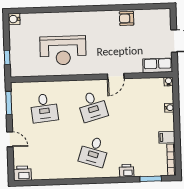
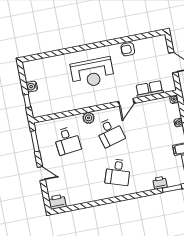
water cooler: (14, 19) -> (32, 86), moved
reception desk: (63, 50) -> (92, 73), moved
row of seats: (158, 65) -> (149, 89), moved
plant: (72, 87) -> (89, 118), added
printer: (127, 171) -> (160, 183), moved

